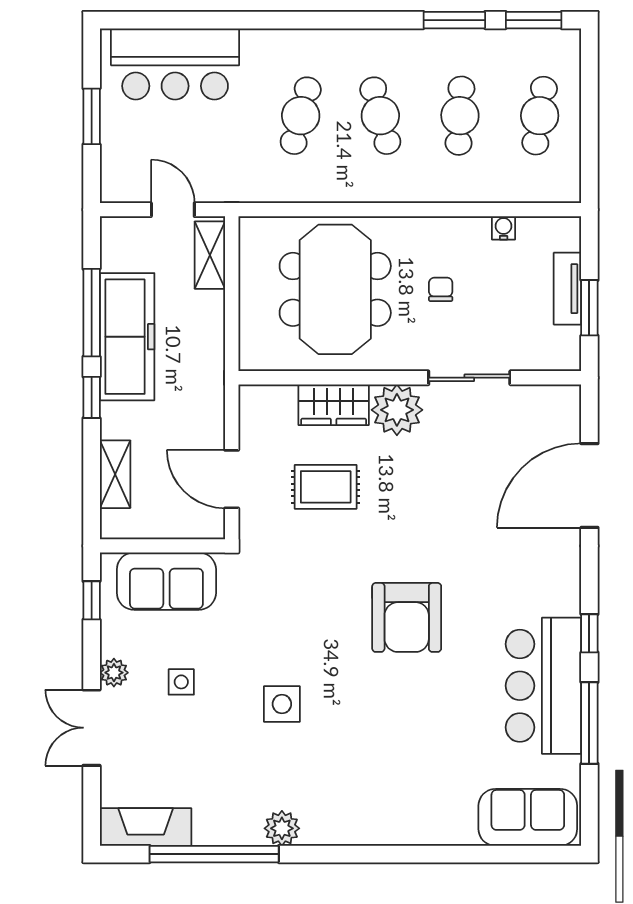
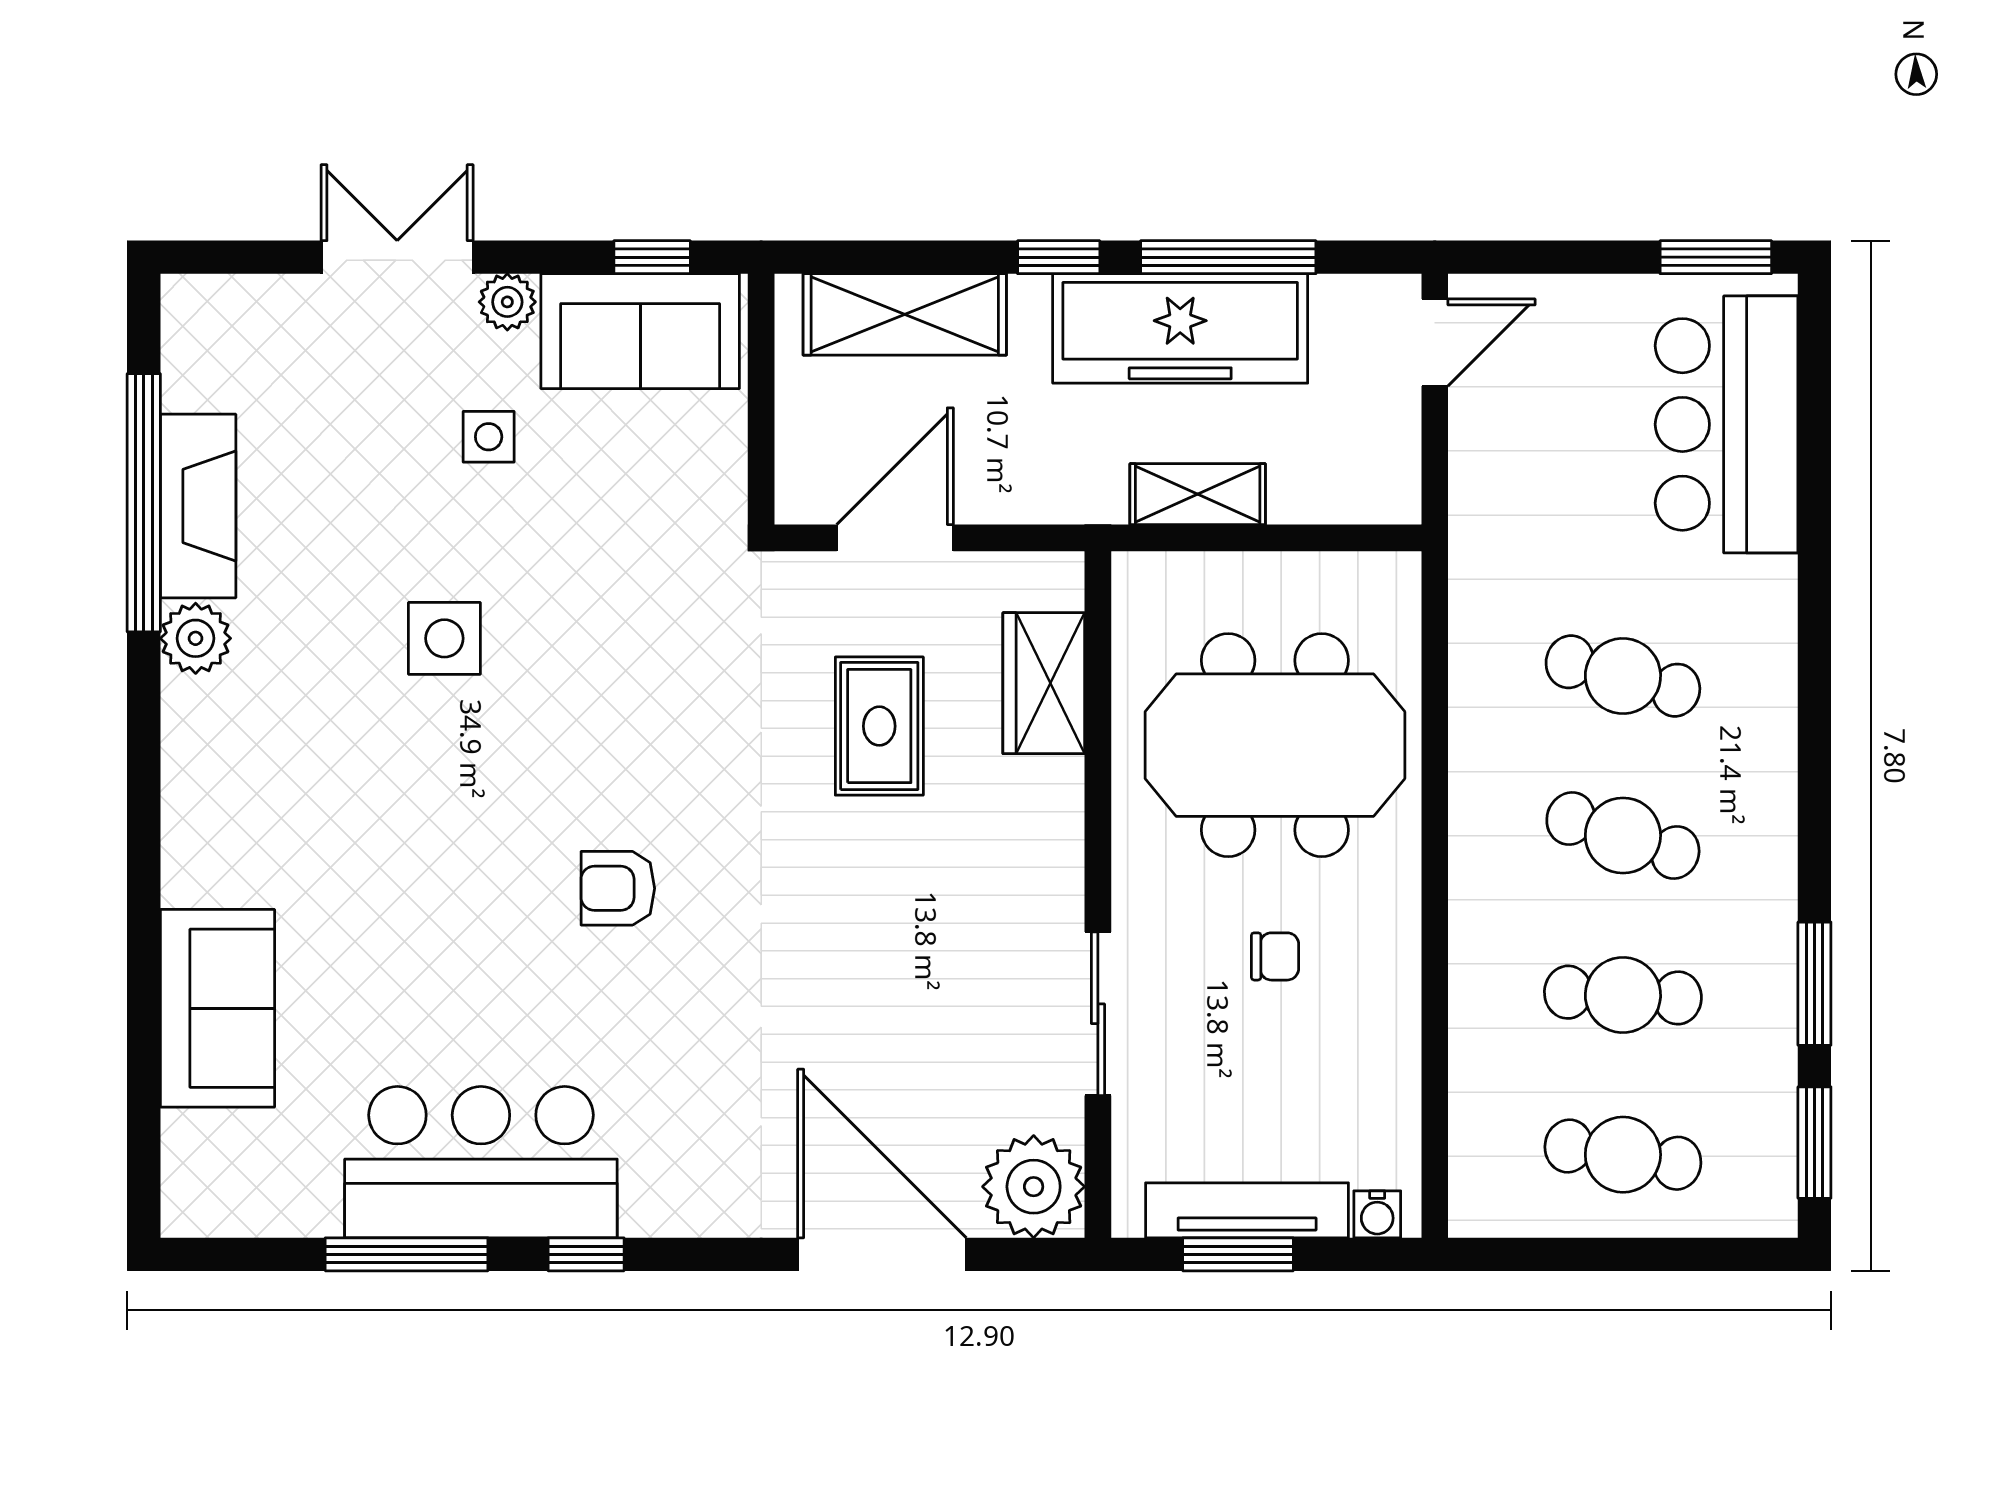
window: (92, 116) -> (1716, 257), moved
cafe table: (380, 116) -> (1623, 835), turned 33
door: (173, 210) -> (1435, 343), moved
water cooler: (504, 228) -> (1377, 1214), moved, turned 90
shelving: (210, 255) -> (1198, 494), moved
tv unit: (567, 289) -> (1247, 1210), width x1.41
wardrobe: (334, 405) -> (1044, 683), moved
plant: (397, 410) -> (1034, 1187), moved
shelving: (115, 474) -> (905, 314), width x1.50, depth x1.33
sofa: (166, 581) -> (640, 331), moved, turned -90
armchair: (407, 617) -> (618, 888), width x0.53, depth x0.53
sofa: (528, 817) -> (217, 1008), moved
fireplace: (146, 827) -> (198, 506), moved

